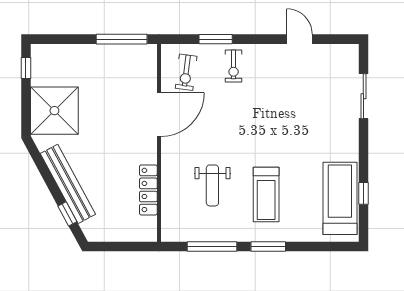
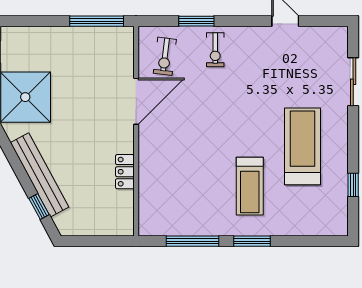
weight bench: (212, 185) -> (193, 176), removed
locker: (148, 190) -> (125, 172), width x0.66
treadmill: (340, 198) -> (303, 146), moved

